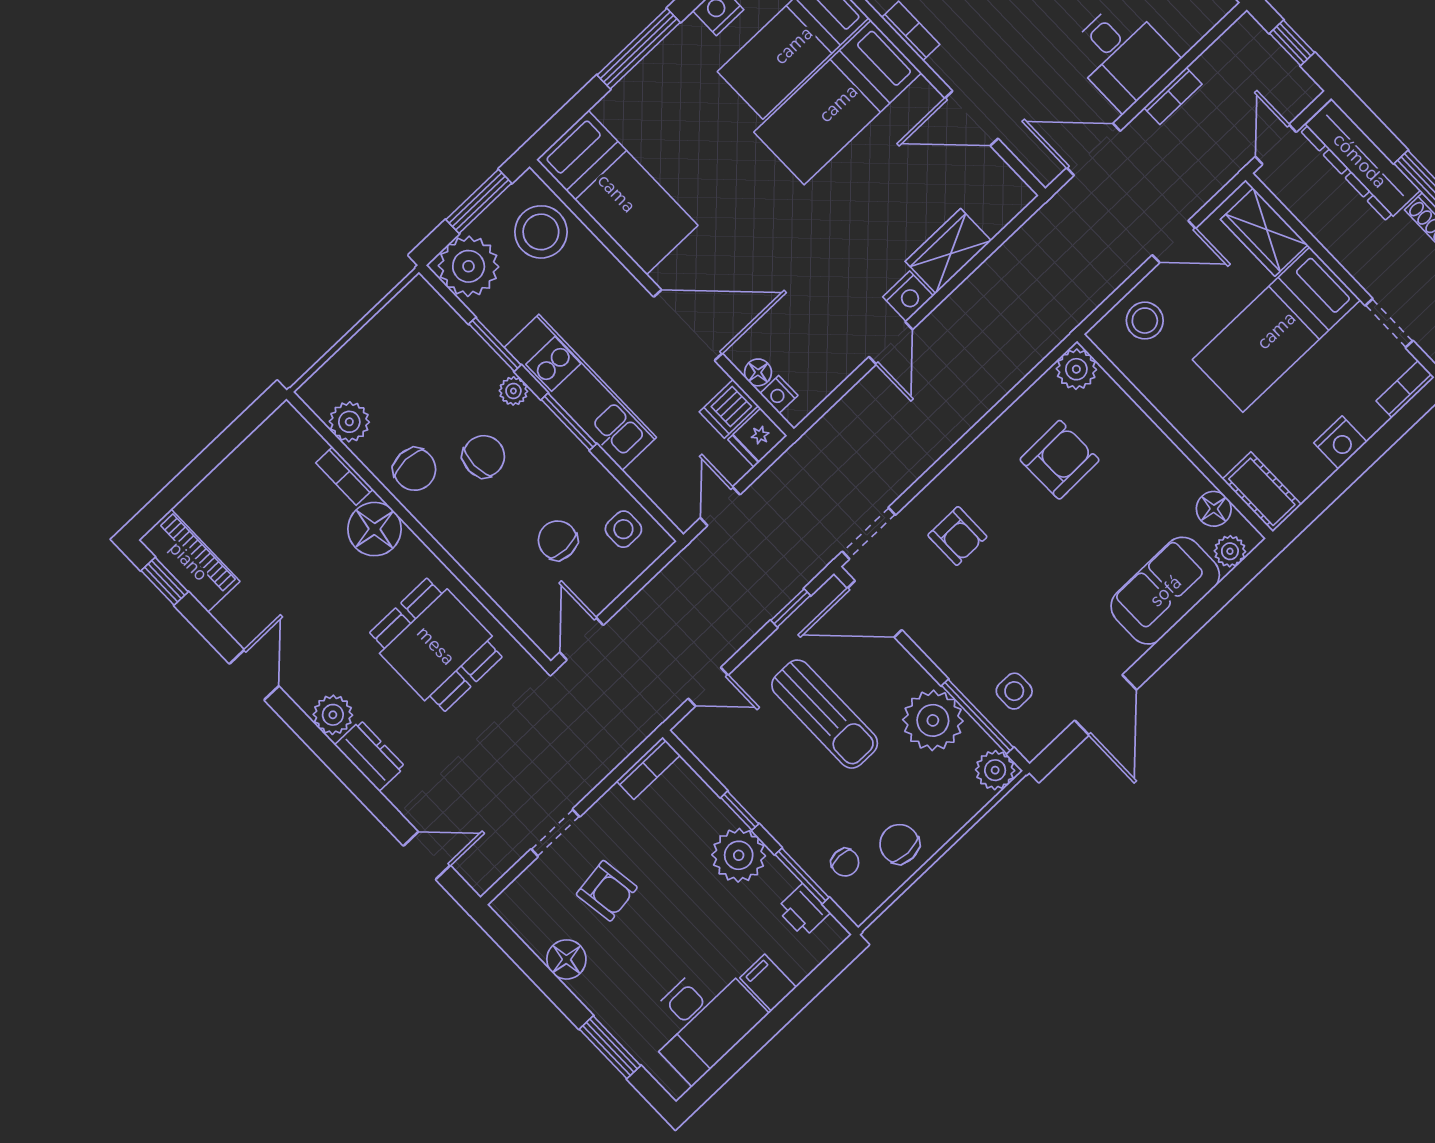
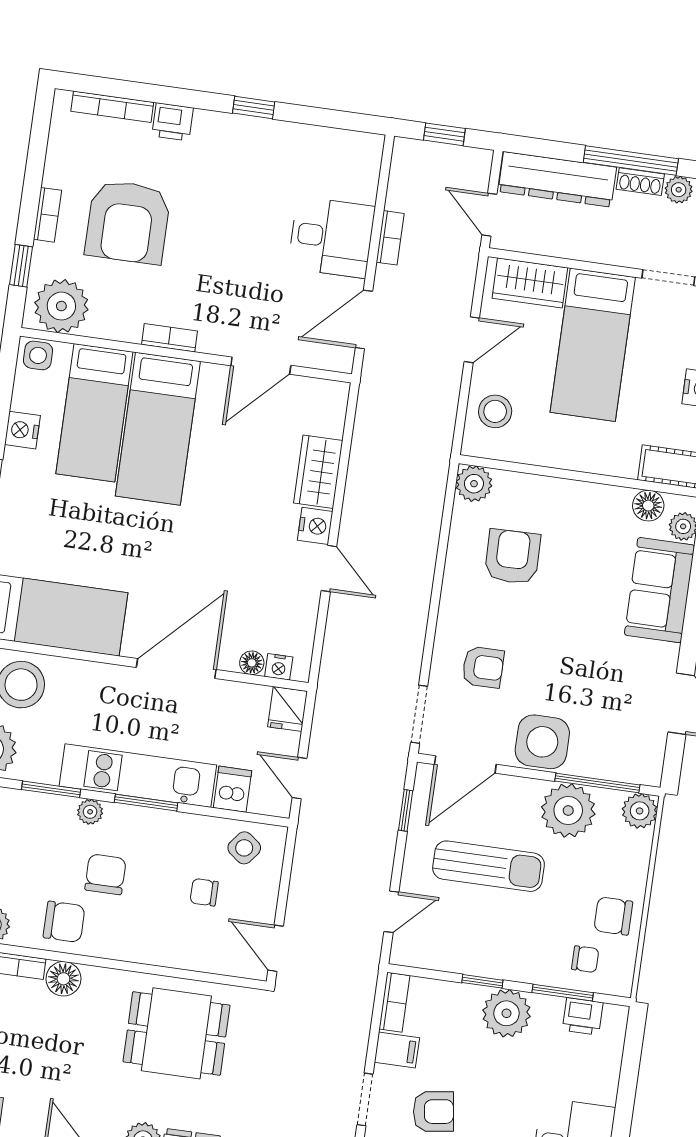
dishwasher: (729, 409) -> (233, 789), moved, turned 180
floor lamp: (375, 529) -> (63, 979), width x0.73, depth x0.73
side table: (623, 529) -> (244, 848), turned 38
chair: (558, 540) -> (204, 892), width x0.73, depth x0.73
side table: (1014, 691) -> (542, 742), moved, width x1.87, depth x1.87
filing cabinet: (768, 982) -> (397, 1050), moved, turned 180

